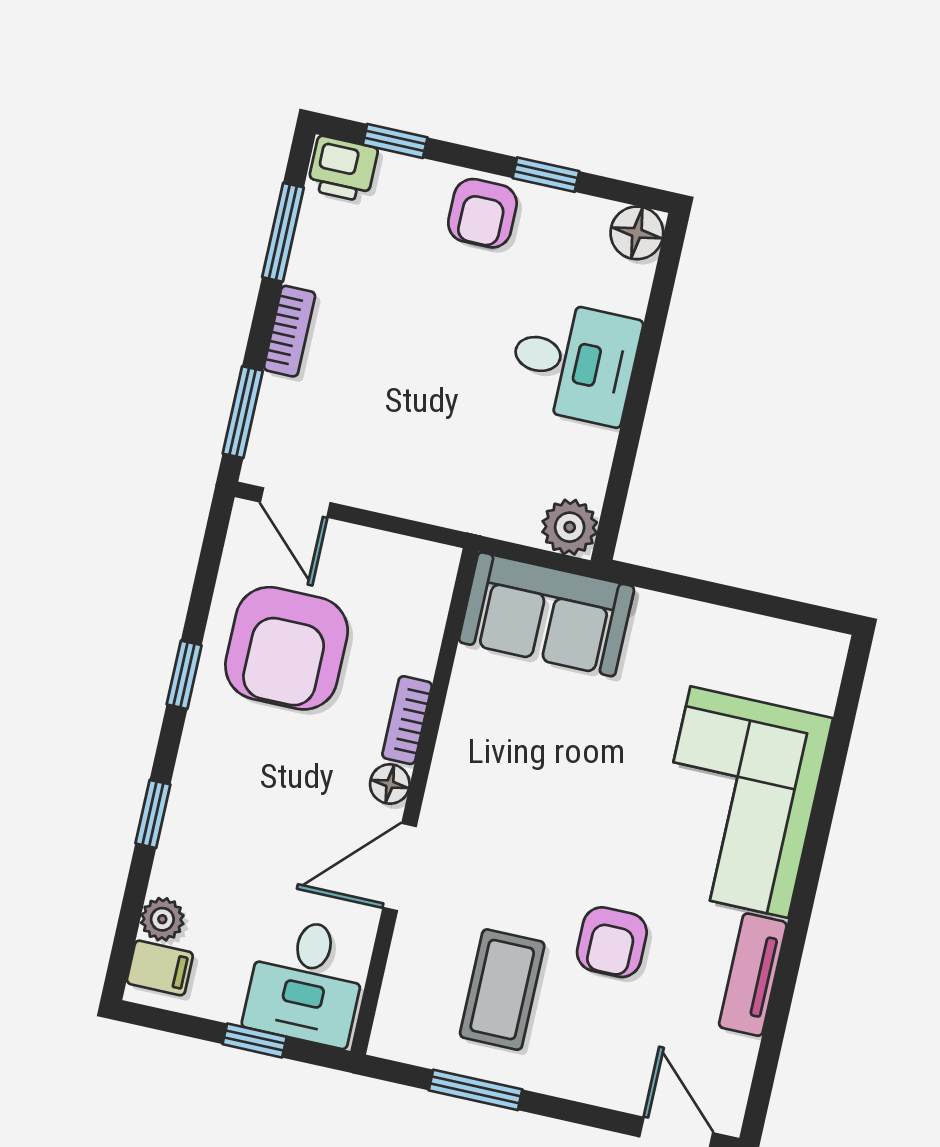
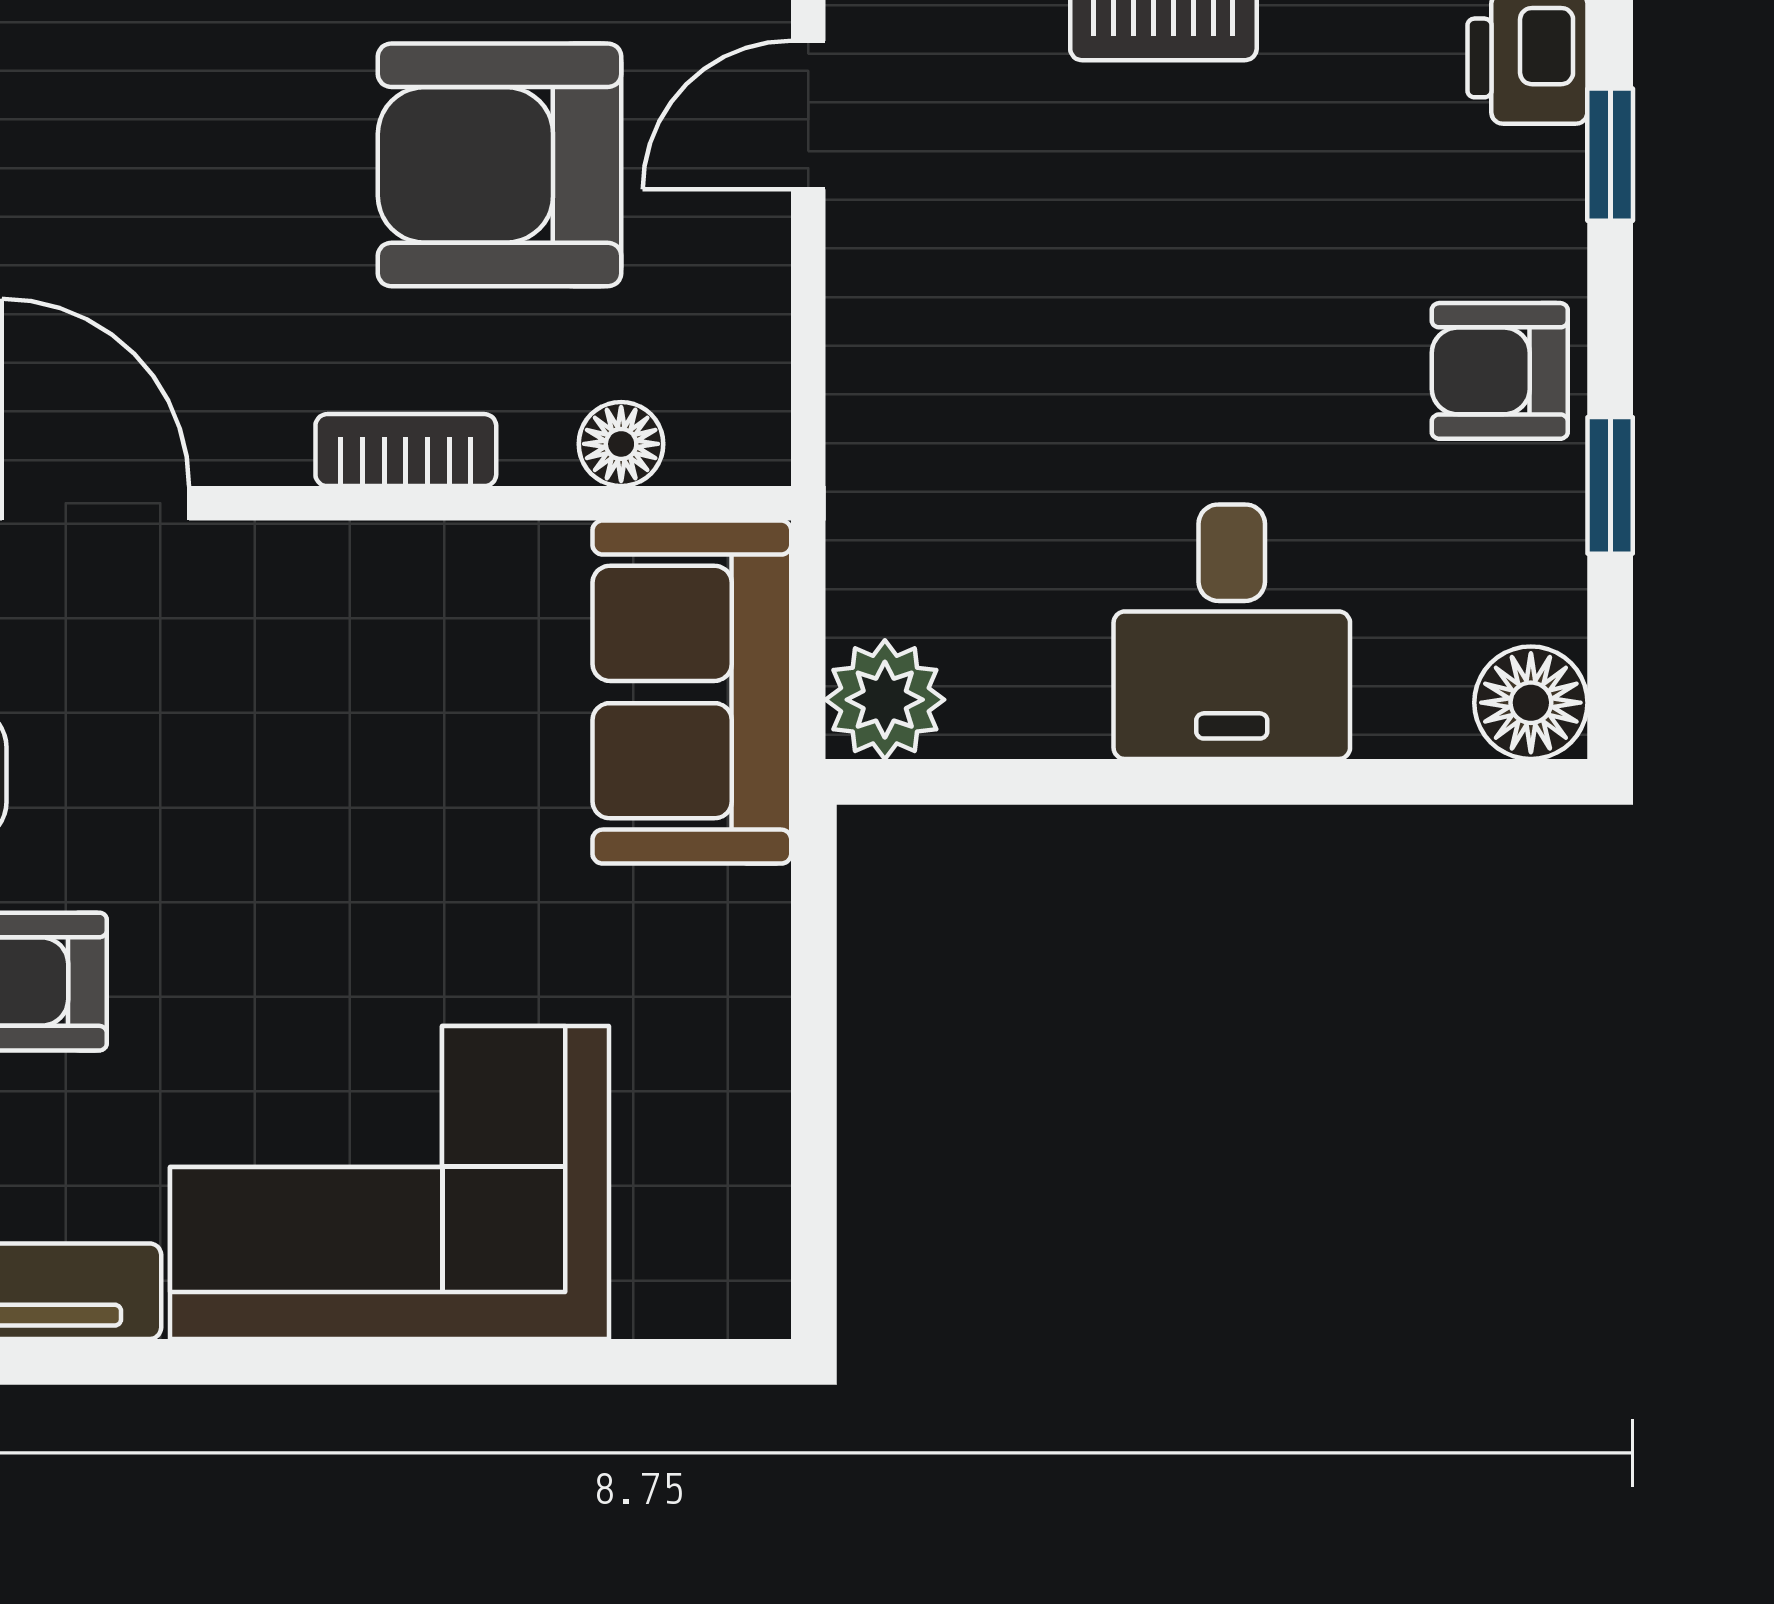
floor lamp: (390, 784) -> (621, 444), moved

